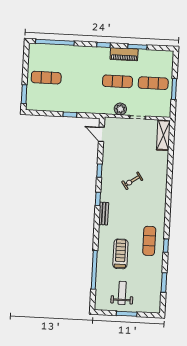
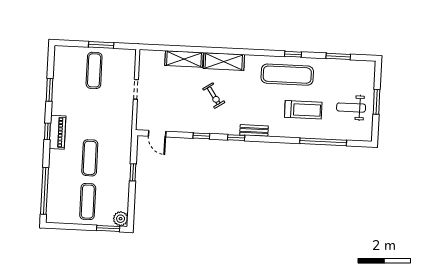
piano: (124, 54) -> (57, 132), moved
exercise mat: (117, 81) -> (90, 158), moved
plant: (120, 109) -> (121, 219), moved
door: (101, 134) -> (157, 134), hinge flipped
shelving: (163, 135) -> (184, 59), moved
shelving: (160, 189) -> (224, 62), added
exercise mat: (149, 241) -> (287, 75), width x1.36, depth x1.45
treadmill: (120, 254) -> (303, 110), turned 180

